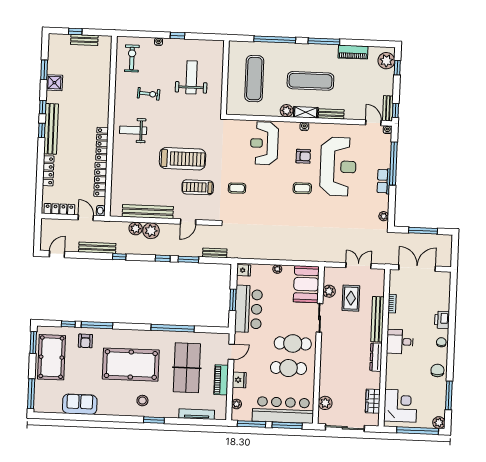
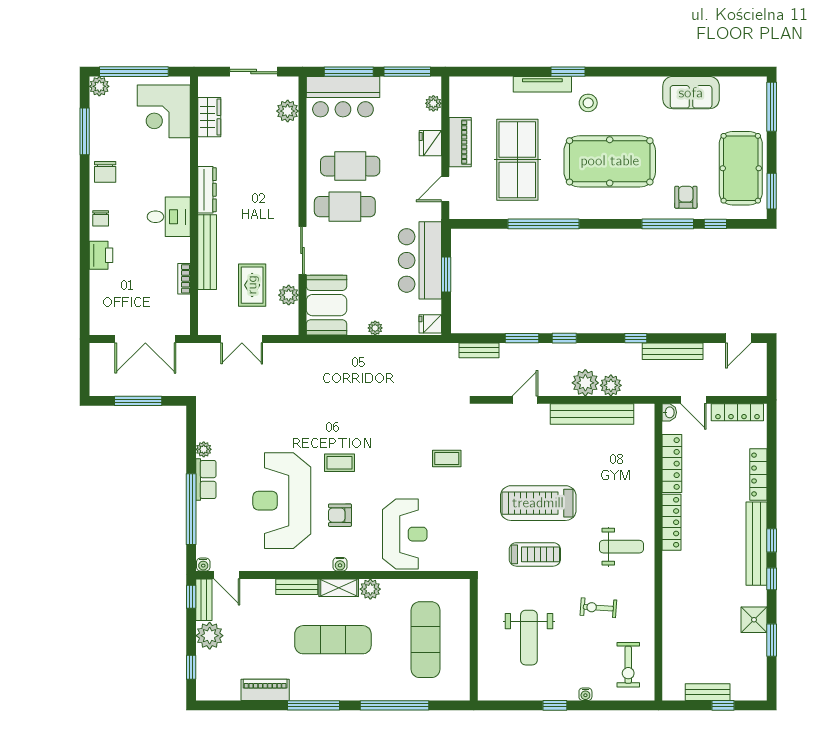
plant: (386, 61) -> (210, 636), moved
treadmill: (198, 187) -> (535, 554), moved
plant: (384, 216) -> (204, 449), moved
bar counter: (283, 410) -> (343, 97), width x0.73
tv unit: (197, 414) -> (542, 84), moved
sliding door: (345, 428) -> (254, 72), width x0.73

